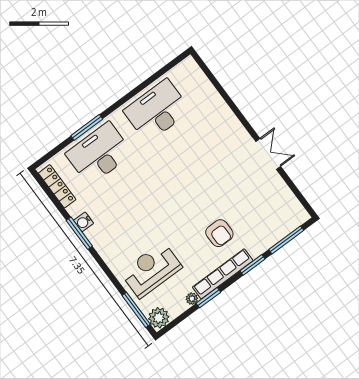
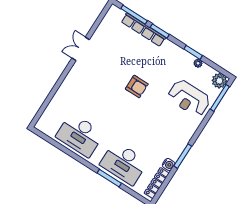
water cooler: (84, 222) -> (169, 164), moved
armchair: (219, 233) -> (137, 86), moved, turned 90
row of seats: (223, 274) -> (143, 30), moved

